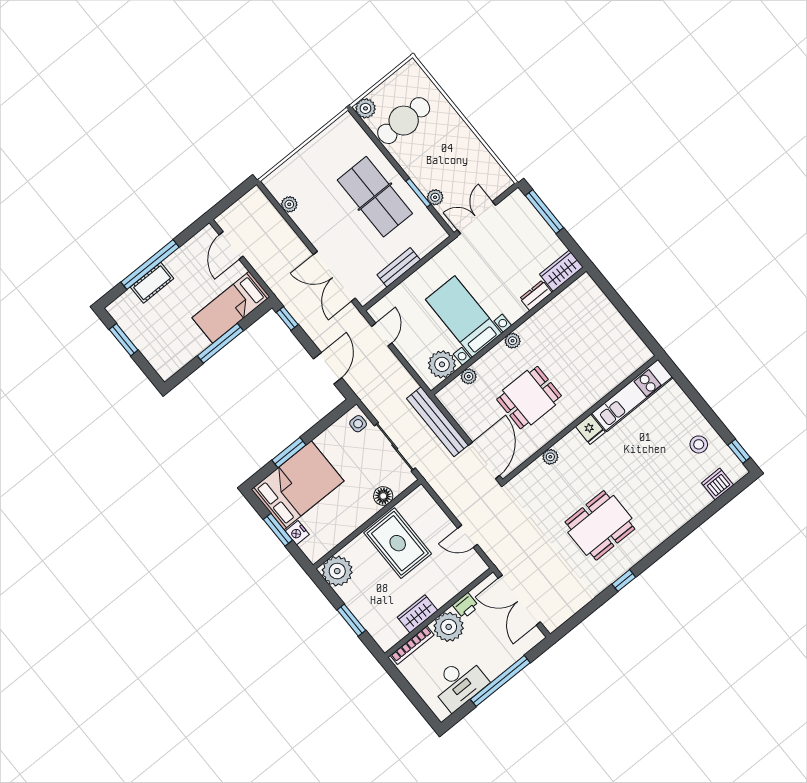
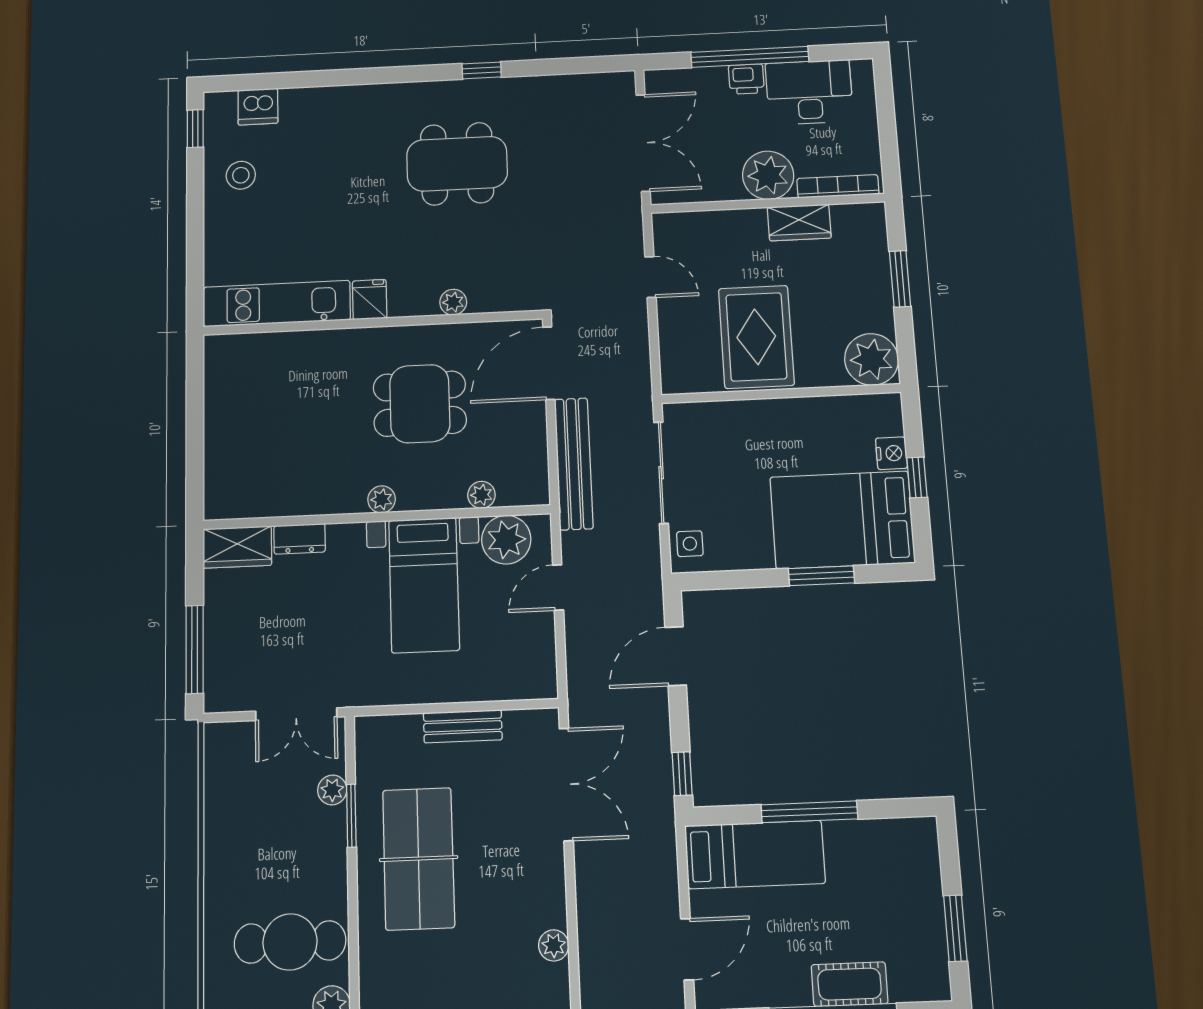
door: (382, 335) -> (558, 587), moved
floor lamp: (383, 496) -> (729, 416), removed
window: (278, 530) -> (917, 477), width x0.67
printer: (466, 606) -> (746, 79), moved, turned 180

